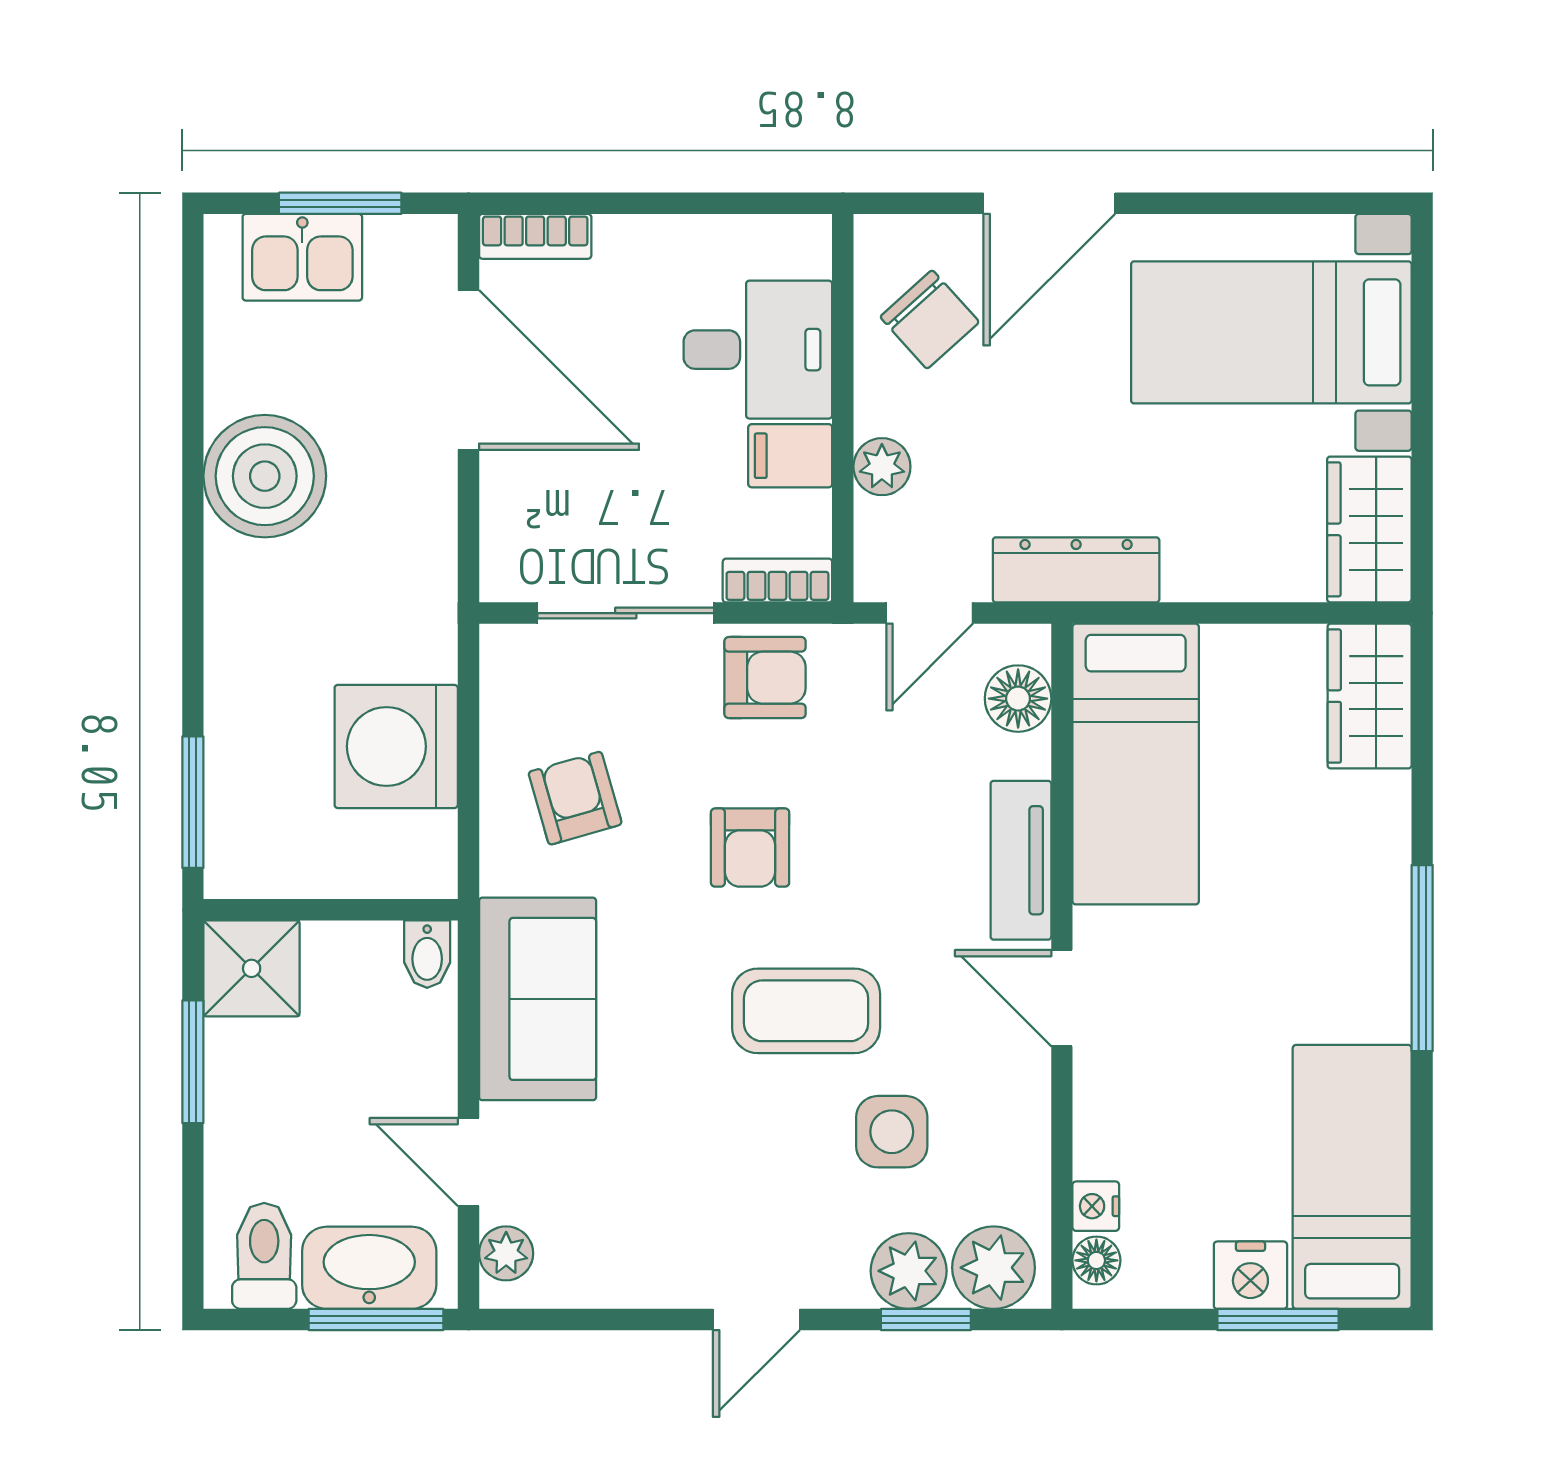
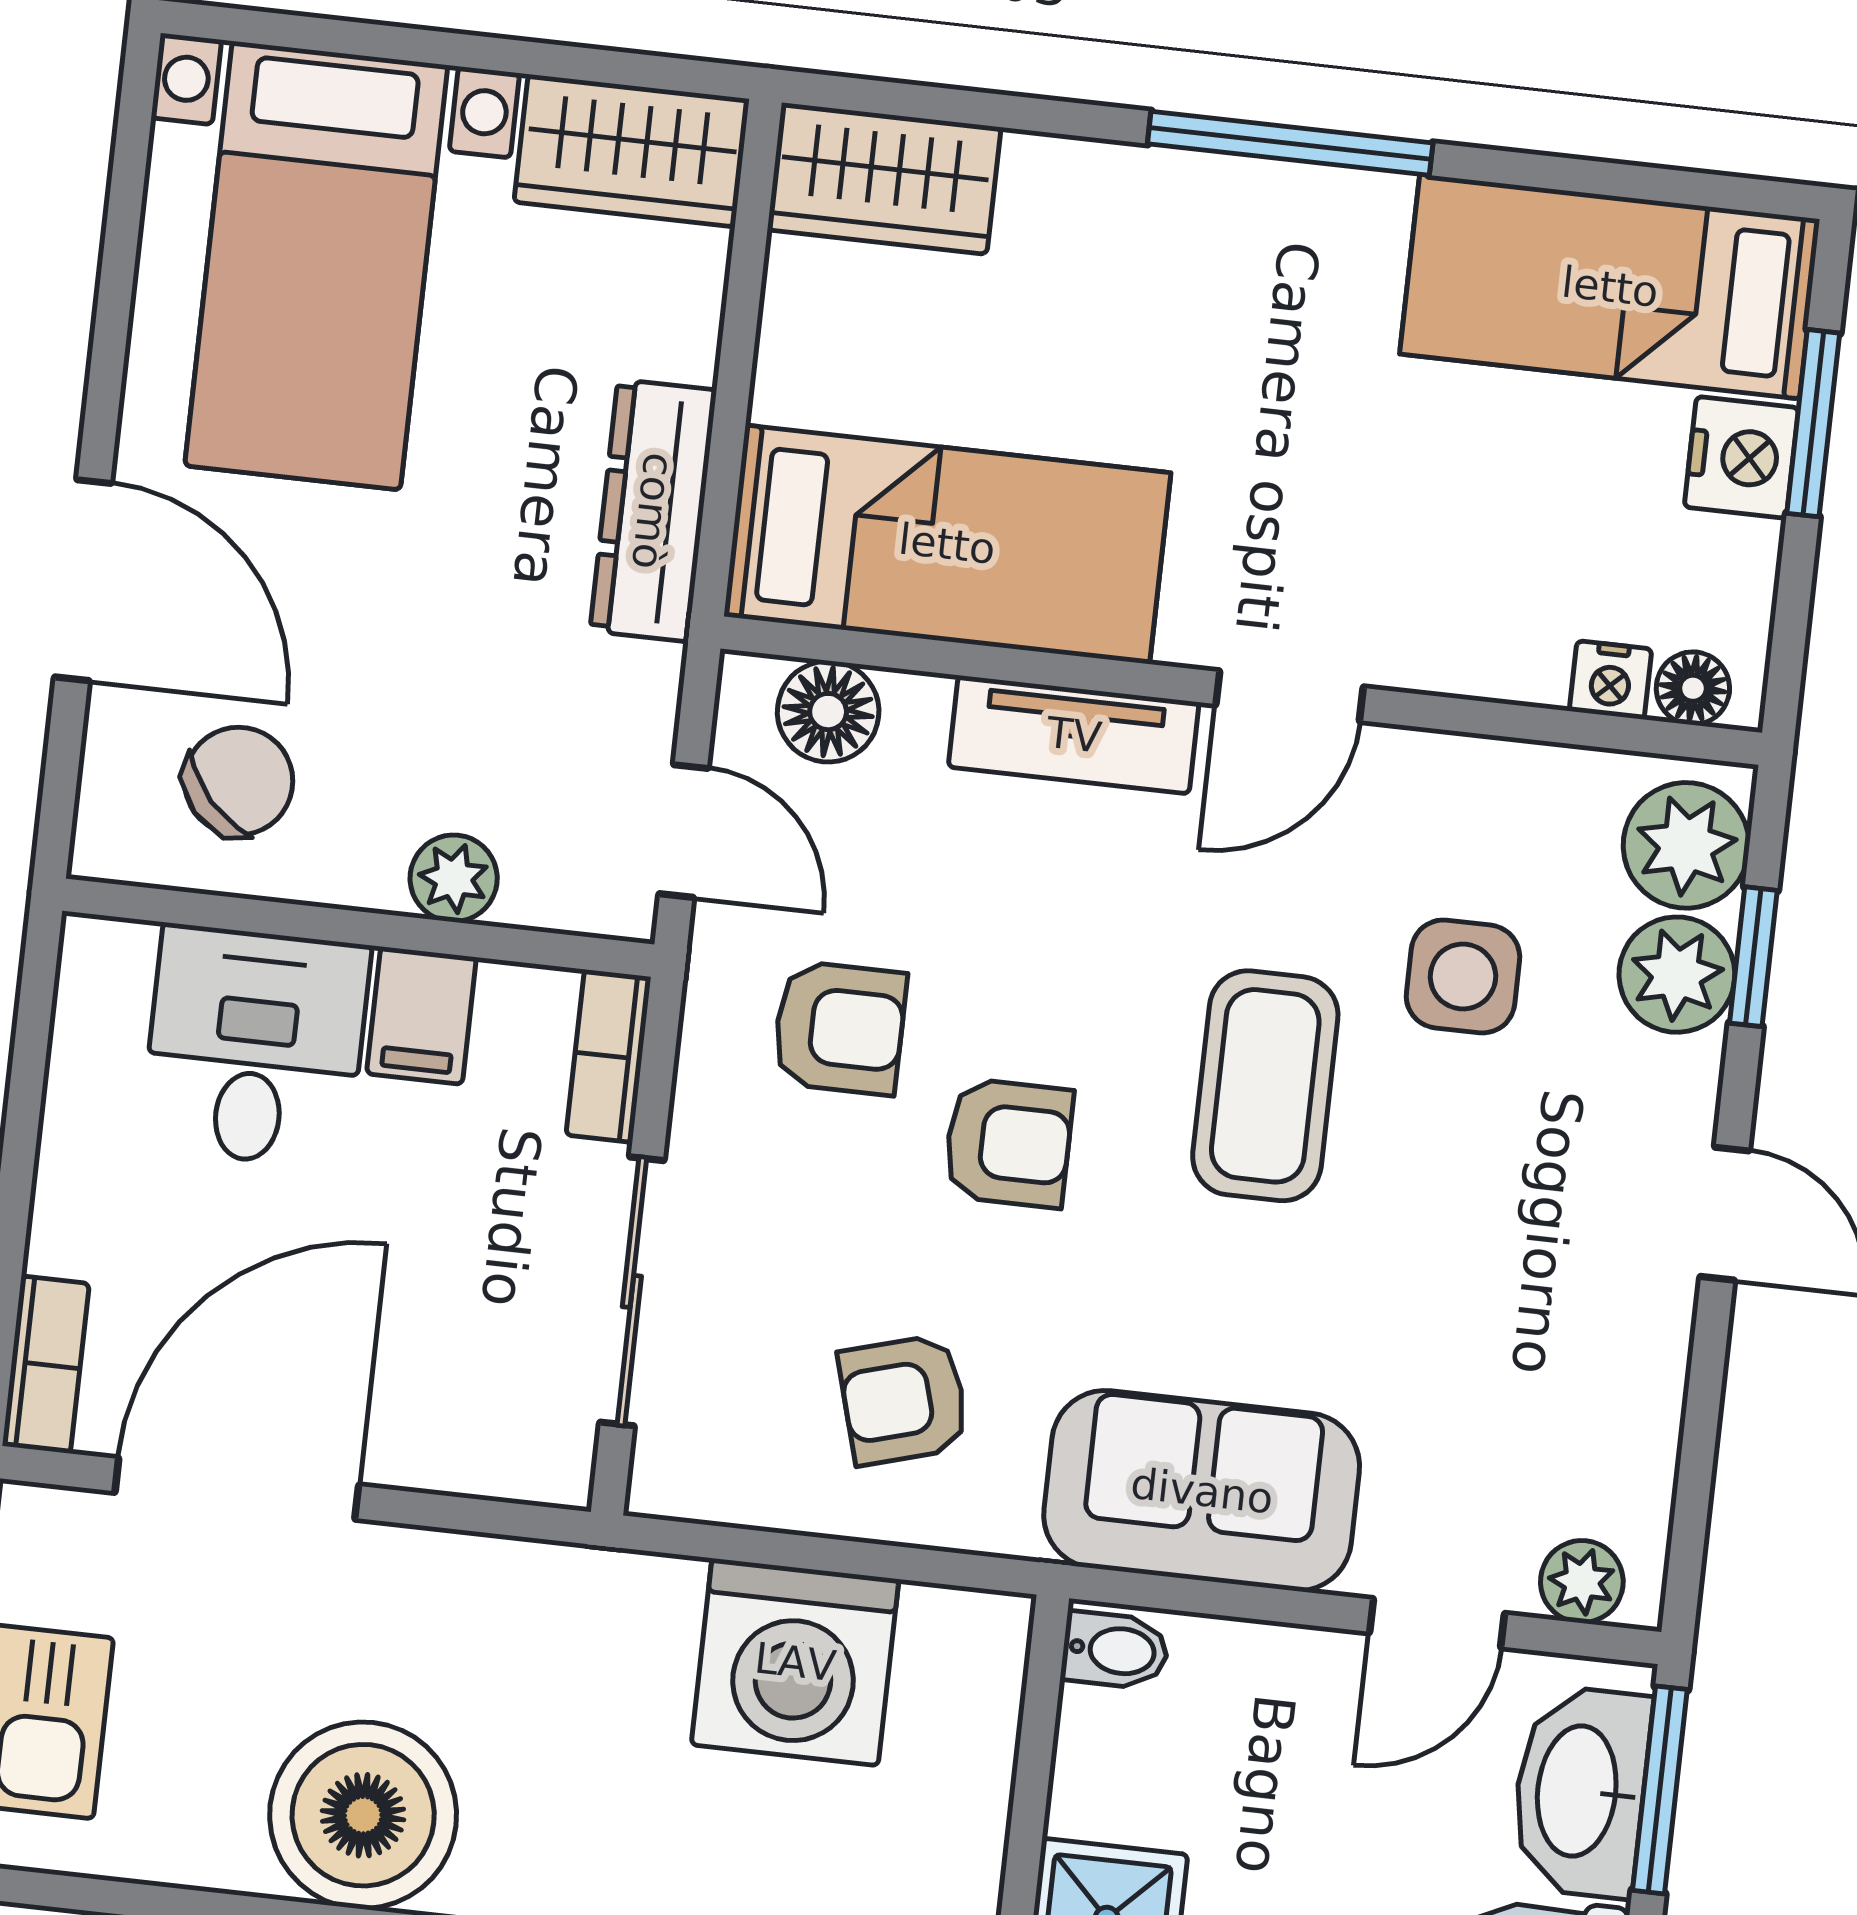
dresser: (1076, 570) -> (653, 511), moved
armchair: (765, 678) -> (839, 1028), moved, turned 90

